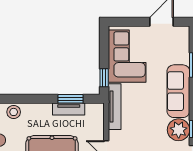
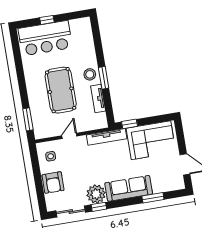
window: (71, 99) -> (104, 78), moved
stool: (14, 112) -> (90, 74), moved

